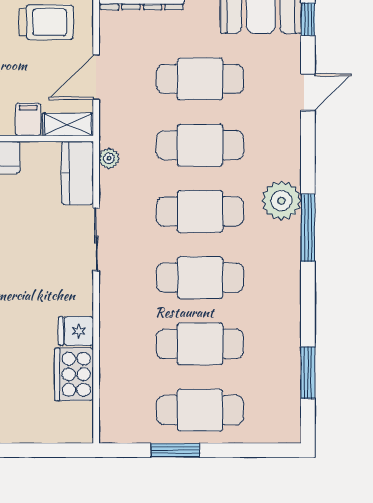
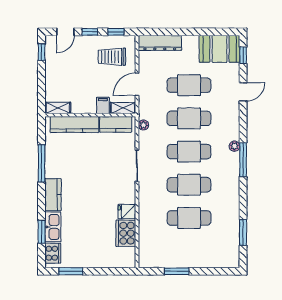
trolley: (46, 22) -> (112, 57), turned 180
kitchen counter: (78, 173) -> (116, 124), moved, turned -90
plant: (281, 201) -> (234, 146), width x0.53, depth x0.53
cafe table: (200, 410) -> (189, 251), removed

